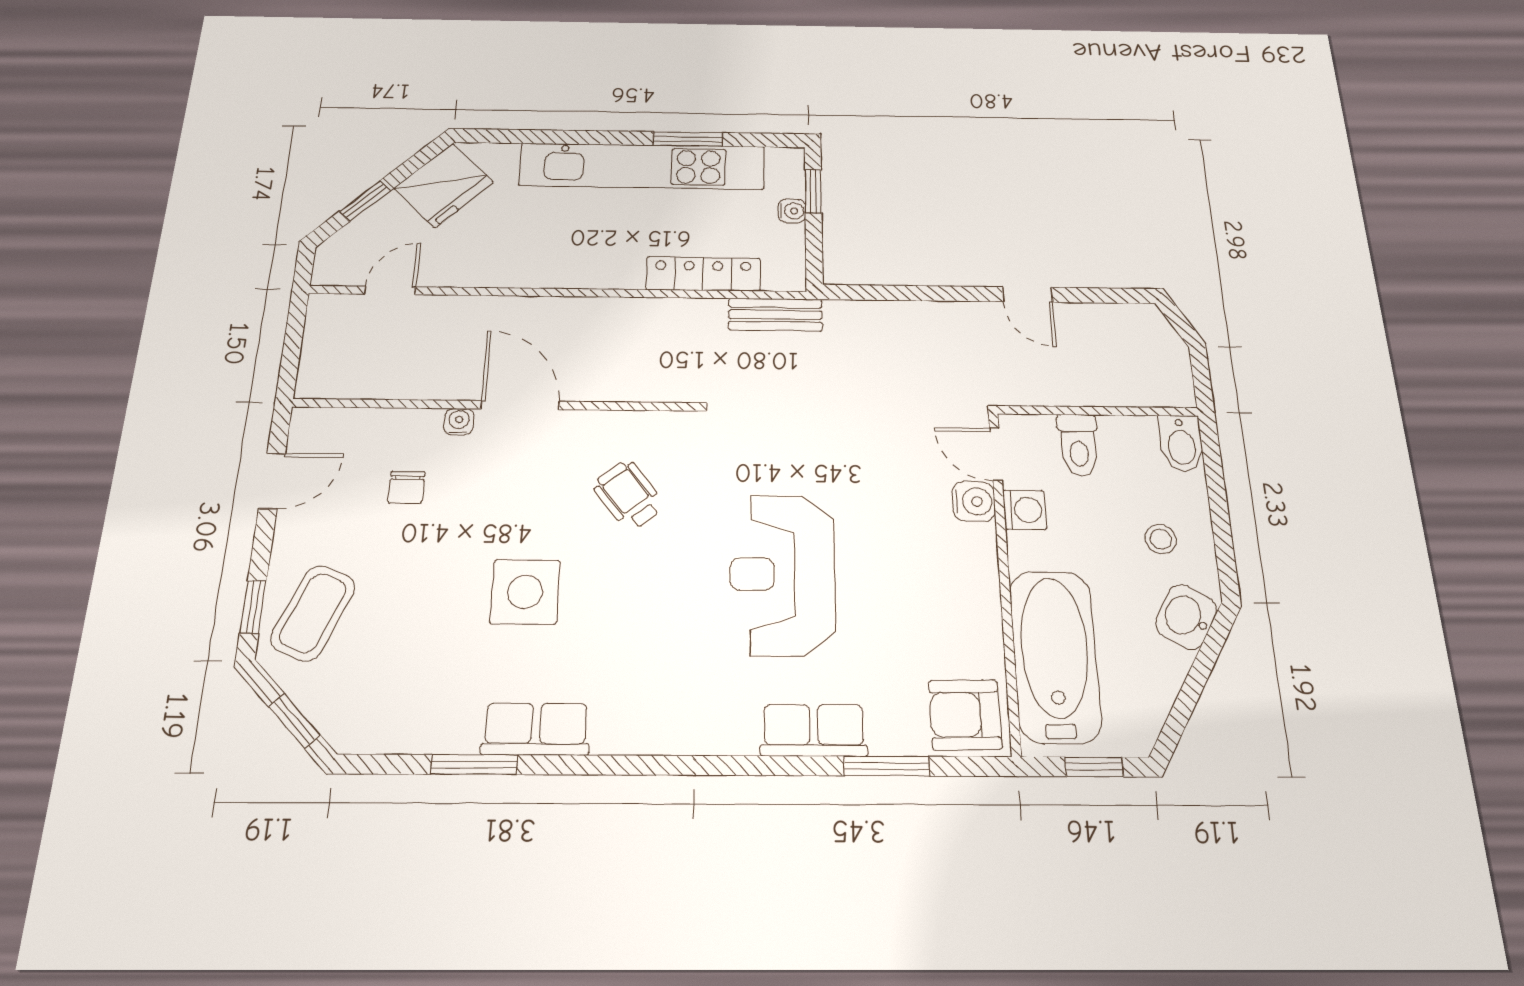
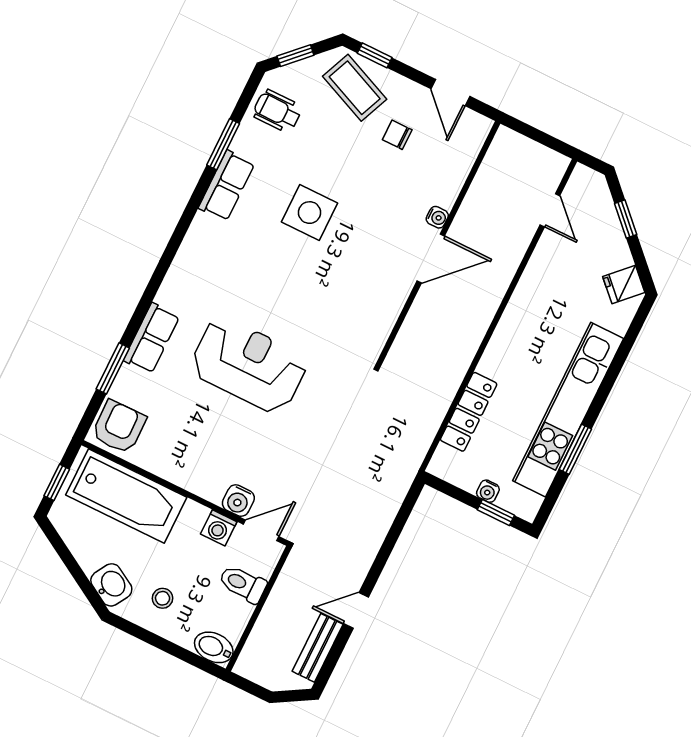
fridge: (444, 185) -> (624, 284), width x0.53, depth x0.75
bench: (775, 315) -> (318, 648), moved
chair: (406, 487) -> (397, 135), moved
wheelchair: (629, 495) -> (277, 111), moved, turned -142

